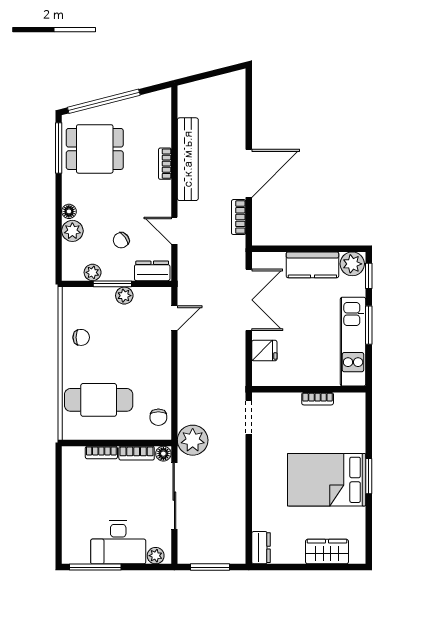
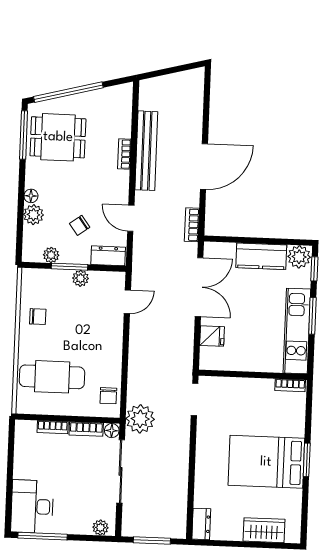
bookcase: (239, 217) -> (192, 225), moved
bookcase: (318, 399) -> (290, 385), moved
desk: (118, 542) -> (32, 507), moved, turned 90

